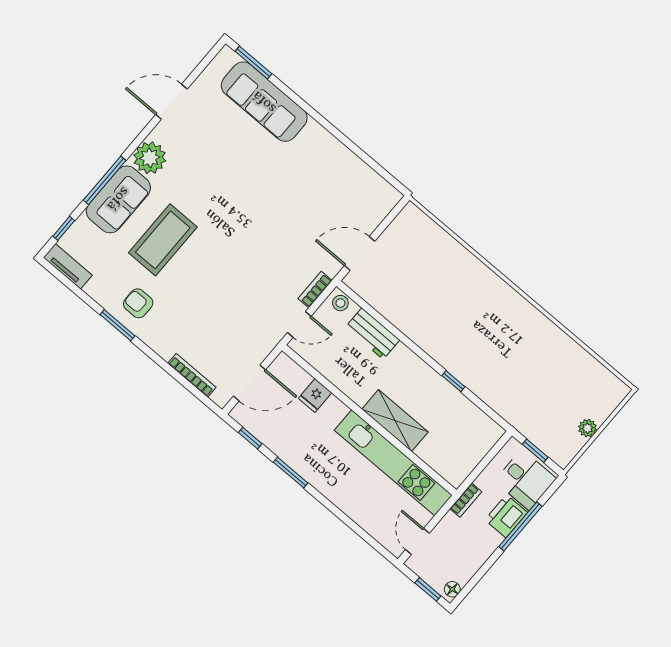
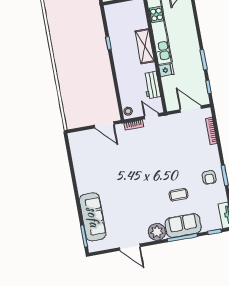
coffee table: (163, 240) -> (179, 195), width x0.54, depth x0.58
workbench: (373, 334) -> (152, 85), moved, turned 180
fridge: (315, 395) -> (166, 70), moved

